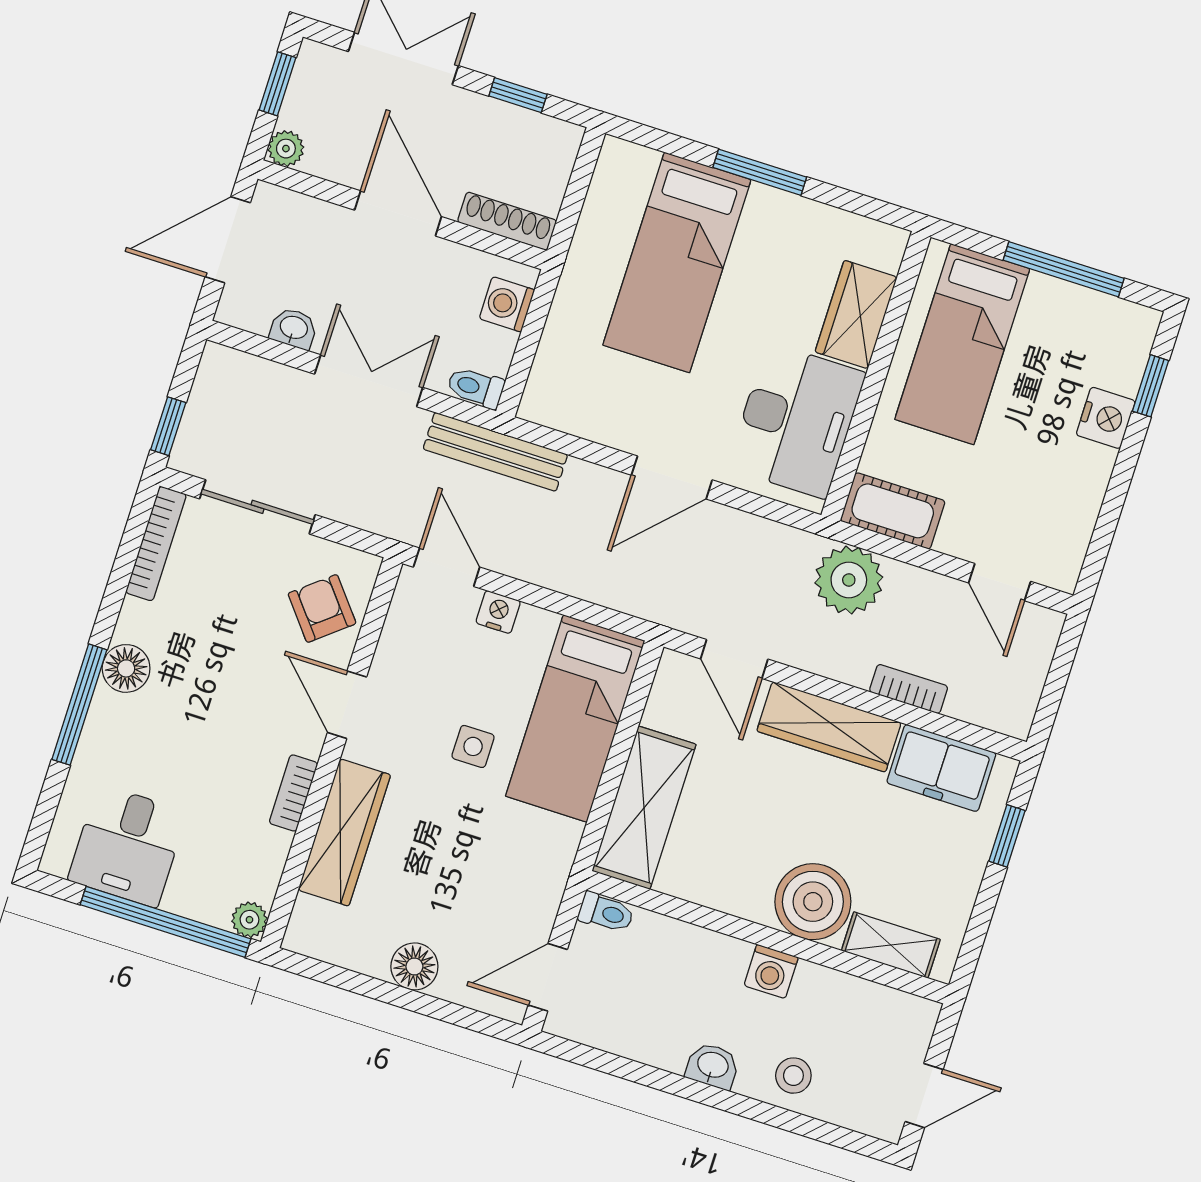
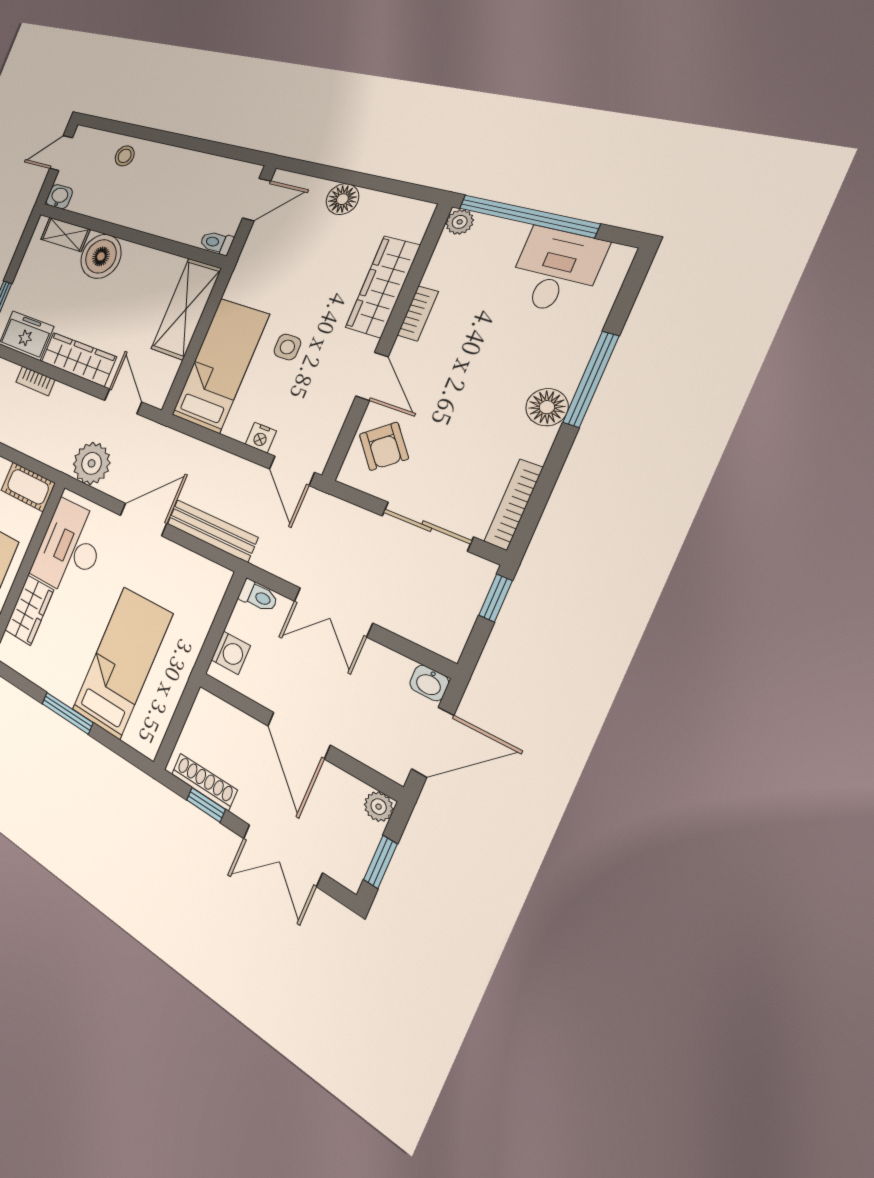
shoe rack: (507, 221) -> (204, 782), moved, turned 180
washbasin: (294, 328) -> (429, 683), moved
bench: (495, 452) -> (212, 531), moved
plant: (849, 580) -> (92, 463), moved
washing machine: (771, 971) -> (128, 214), removed
washbasin: (713, 1066) -> (59, 197), moved, turned 180

